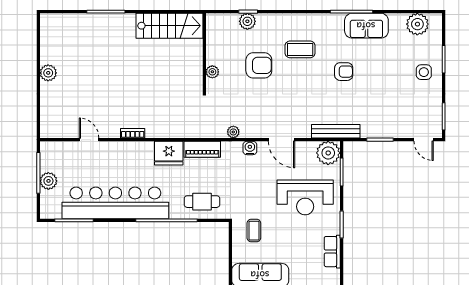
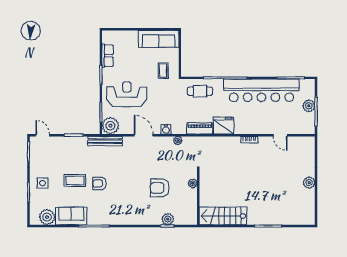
sofa: (366, 26) -> (71, 216), moved
coffee table: (300, 49) -> (75, 180), moved

